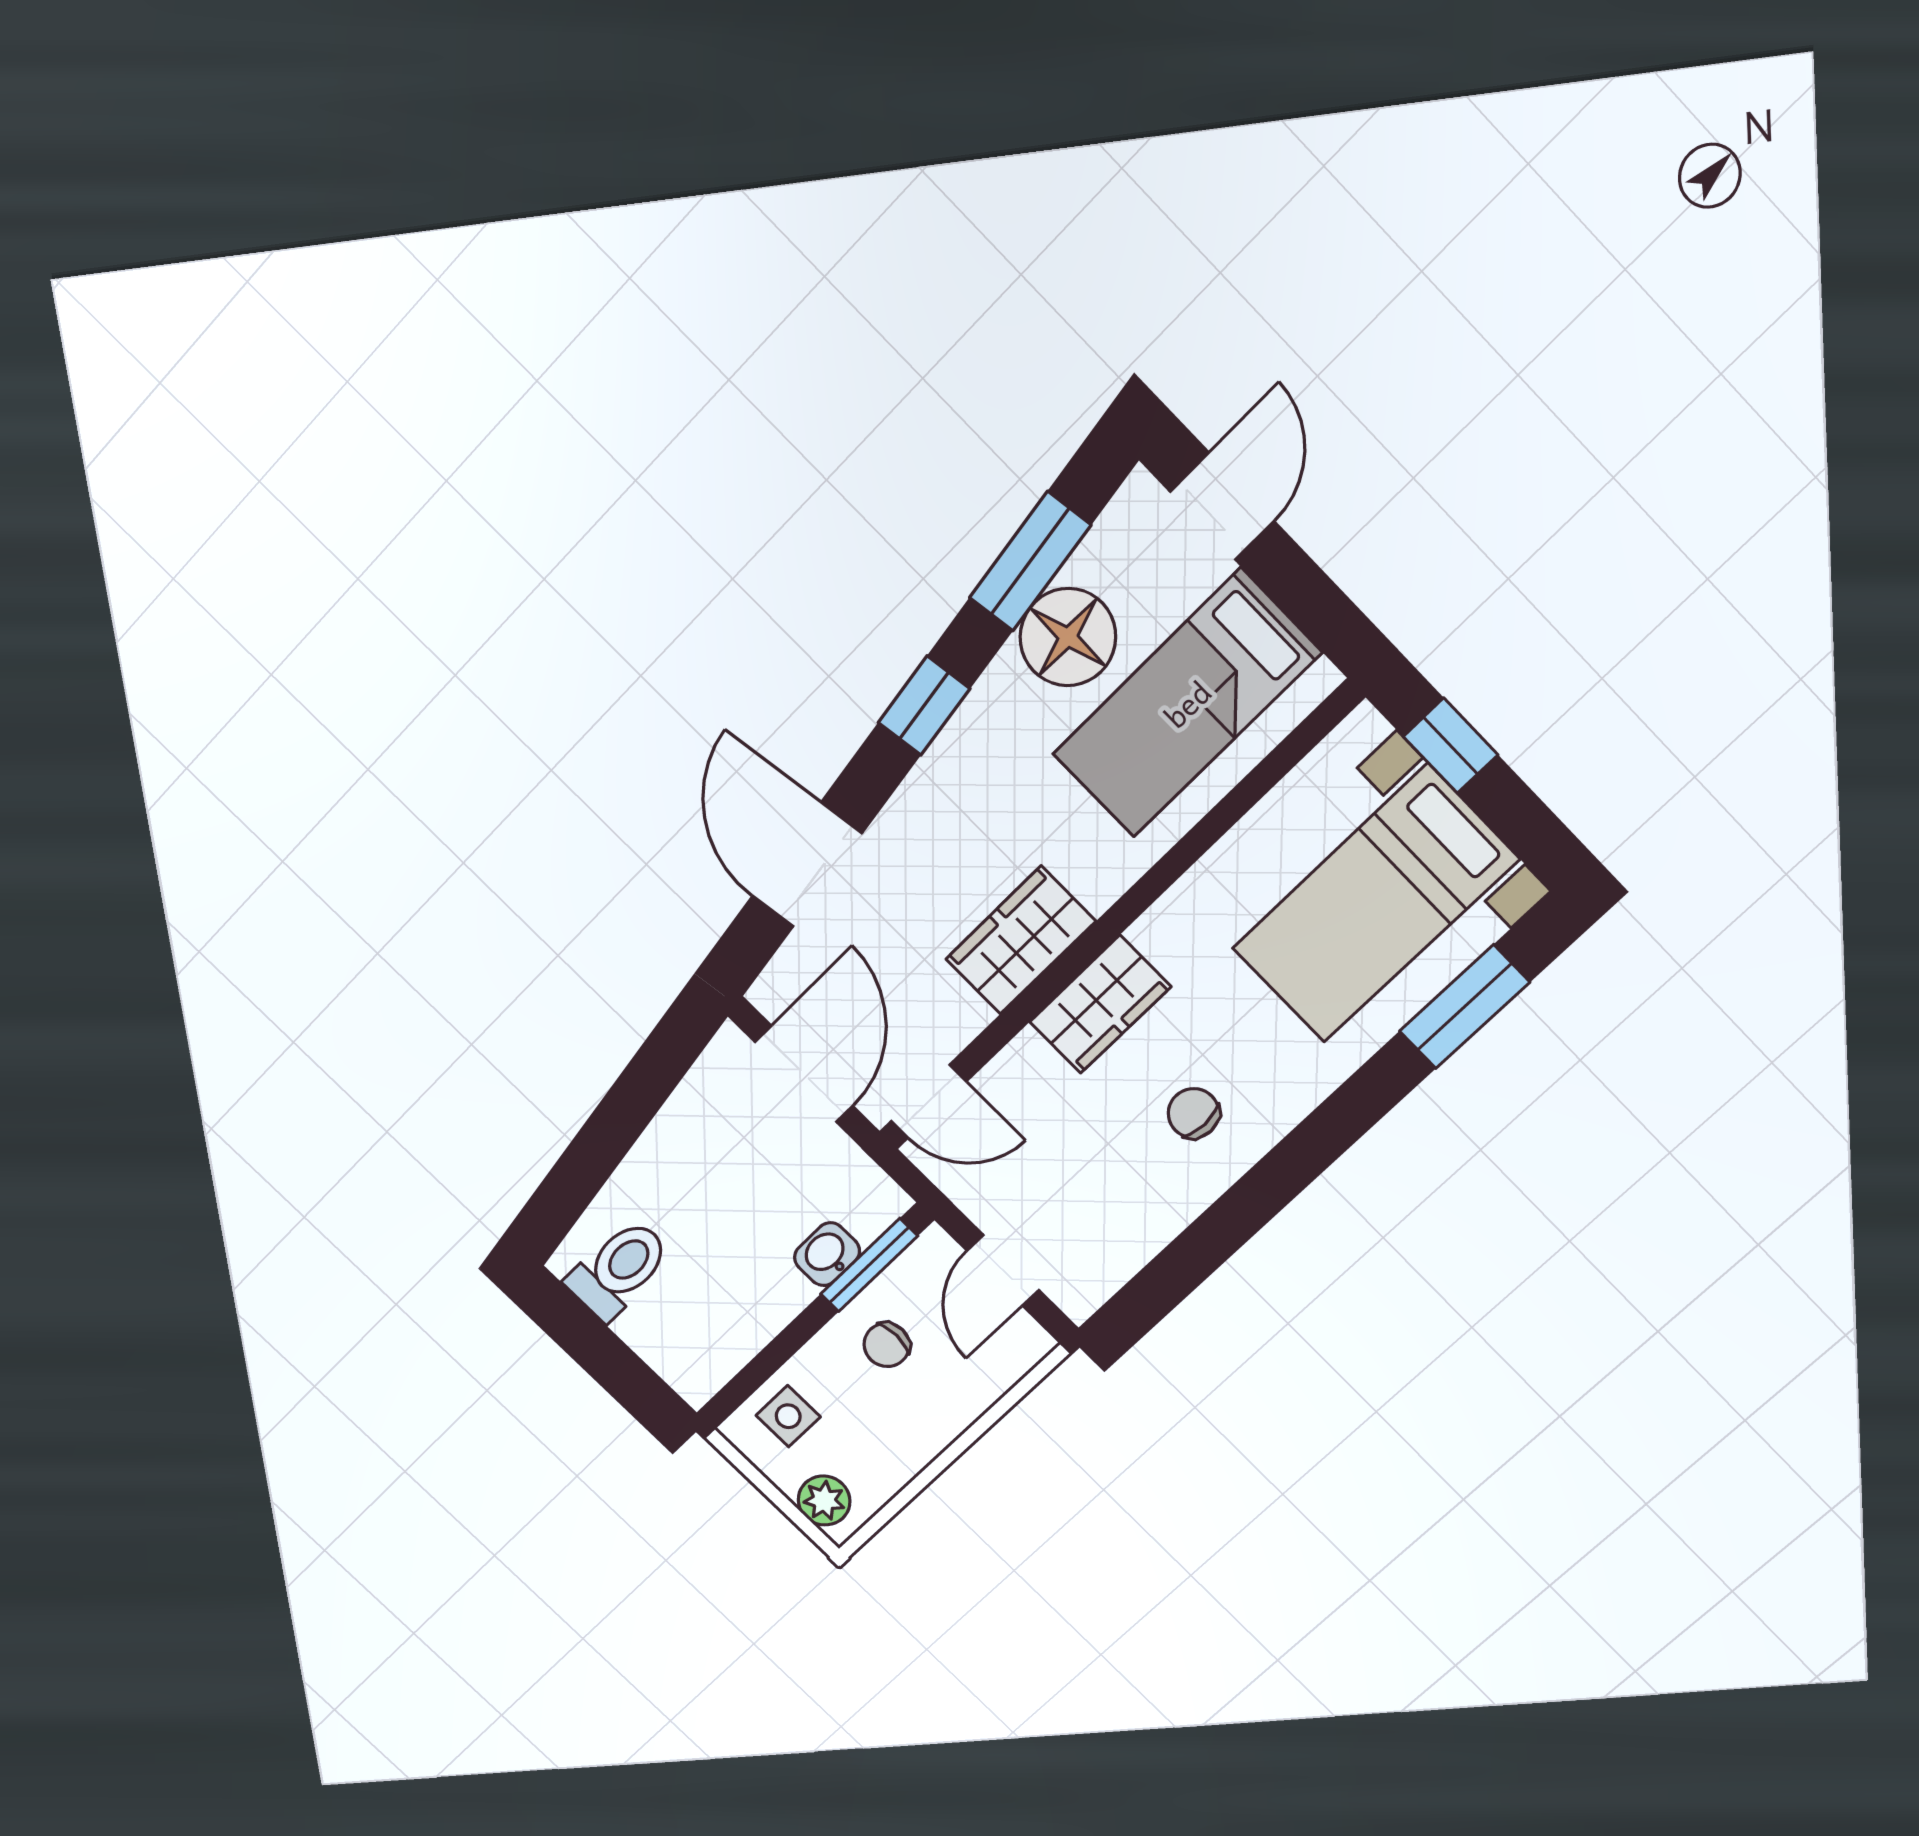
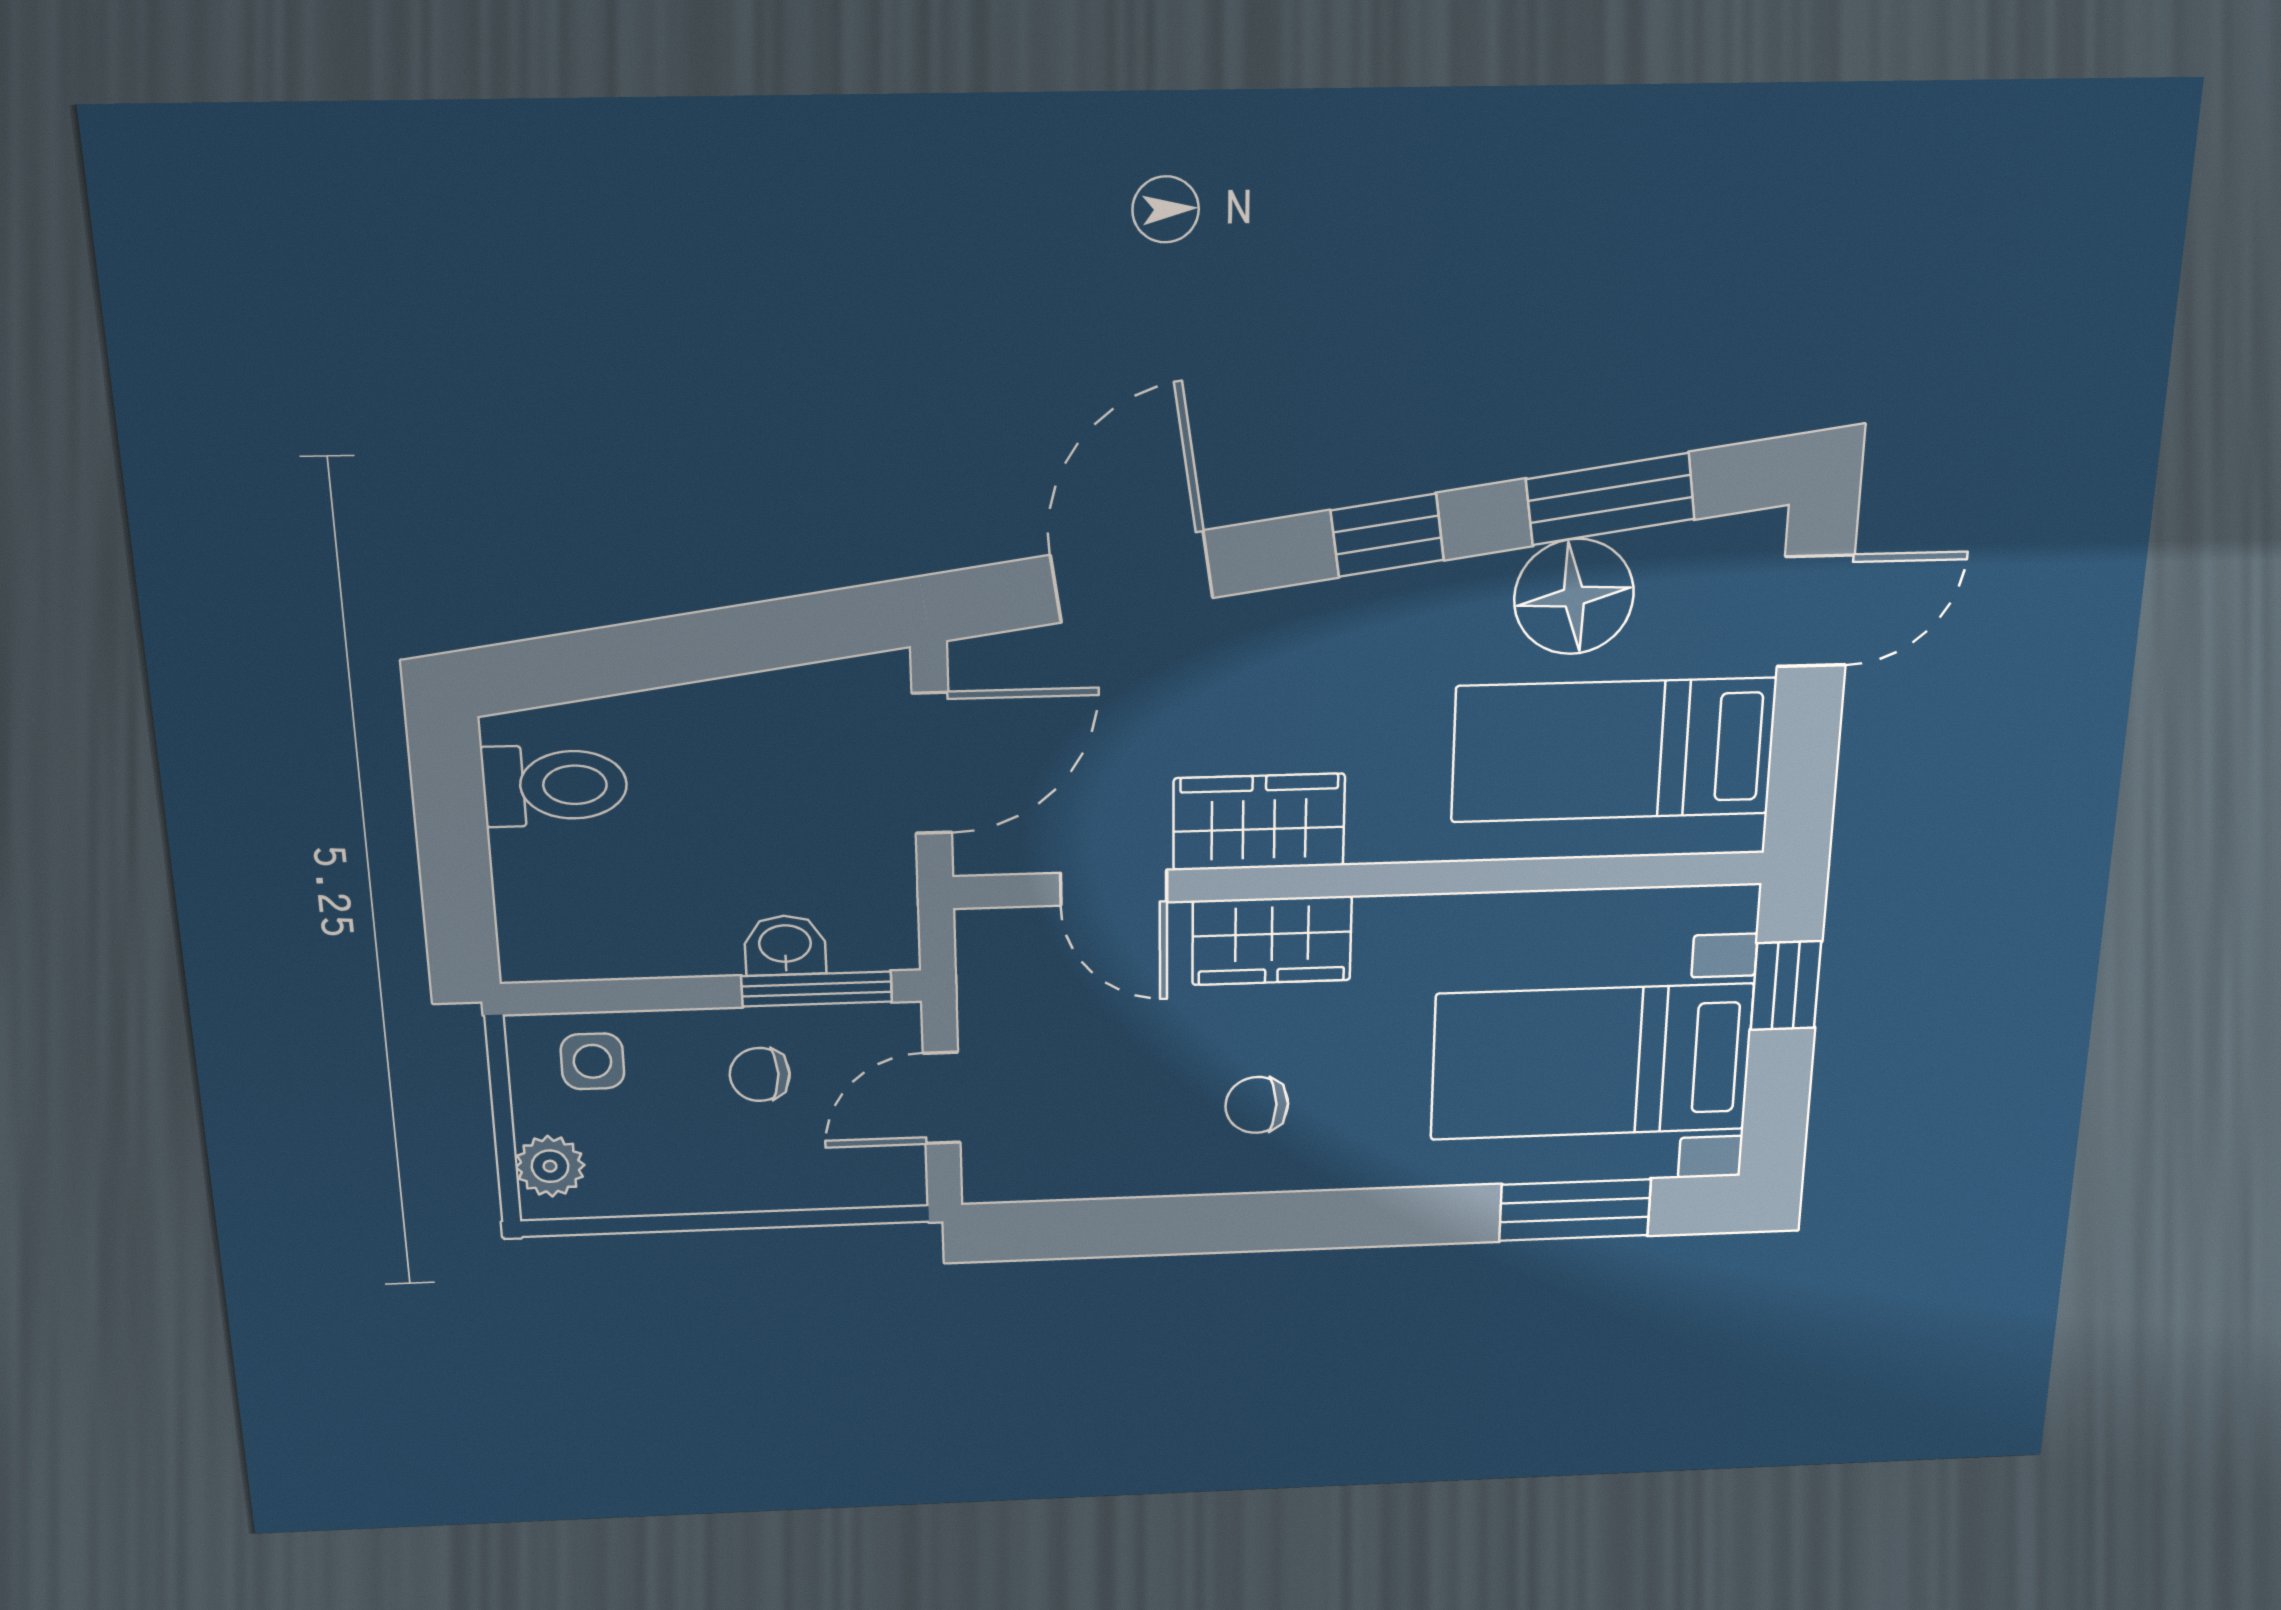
door: (929, 1101) -> (1114, 888), moved
chair: (1194, 1113) -> (1257, 1105), turned -90

